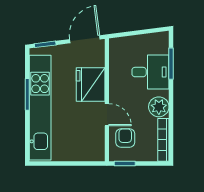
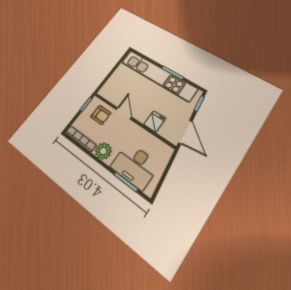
desk: (150, 72) -> (135, 166), width x1.37
fridge: (91, 85) -> (155, 121), width x0.53, depth x0.75
door: (107, 115) -> (124, 113), swing flipped

